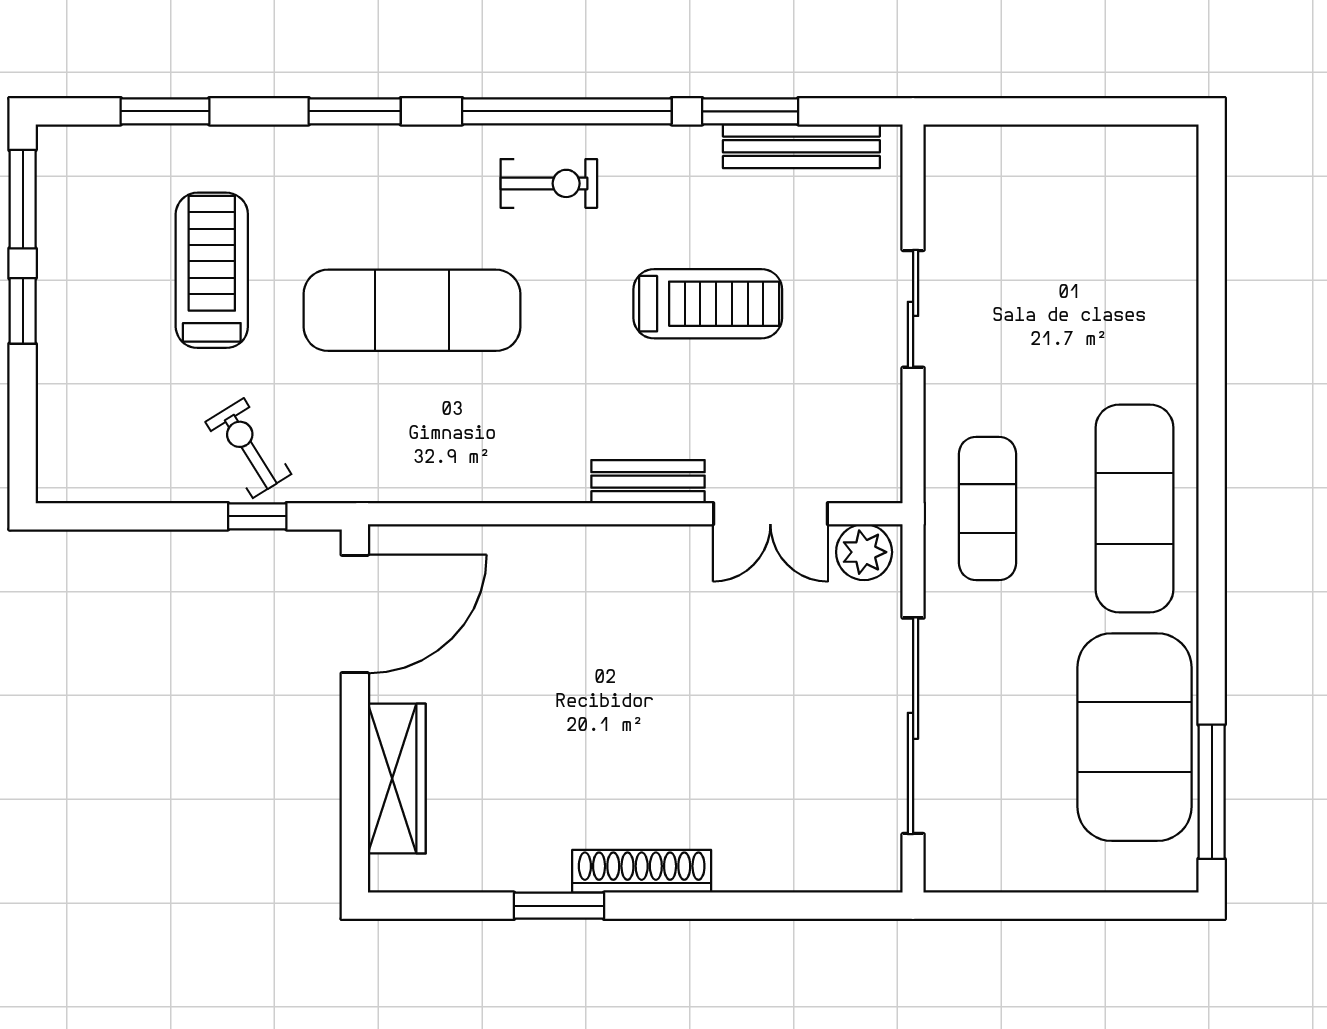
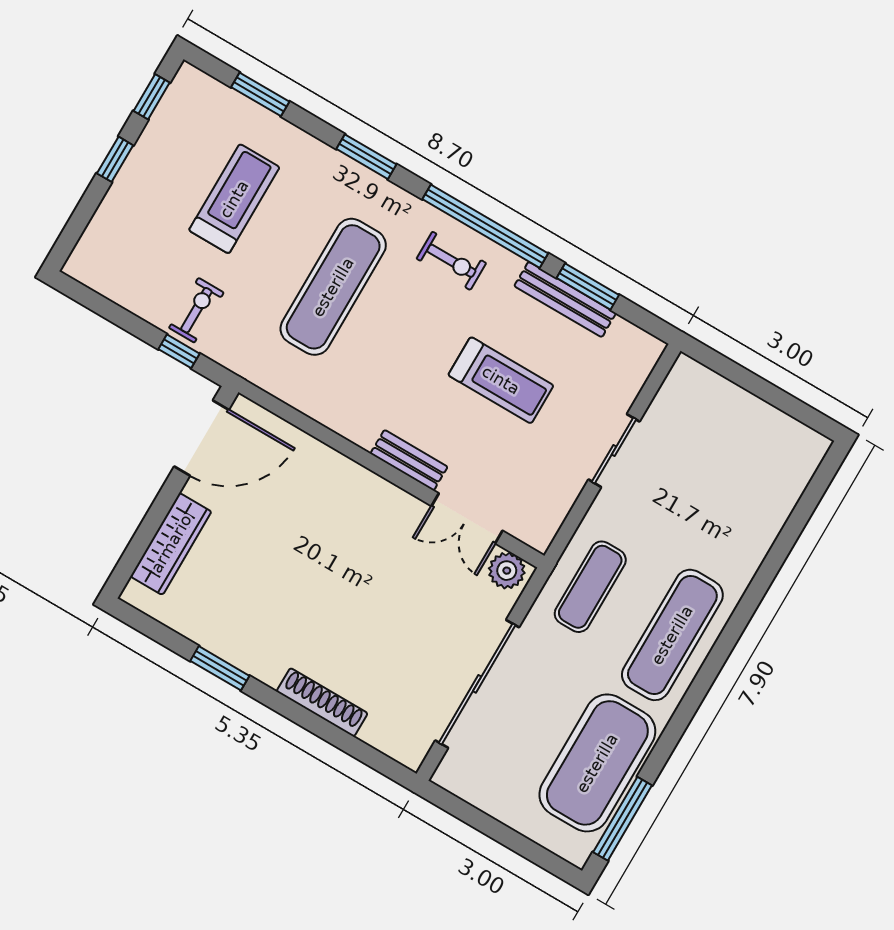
bench: (801, 146) -> (565, 300), moved
window: (23, 199) -> (152, 97), width x0.67
exercise mat: (412, 310) -> (333, 287), turned 90
exercise bike: (248, 448) -> (196, 310), turned 32
shoe rack: (642, 871) -> (322, 702), moved

